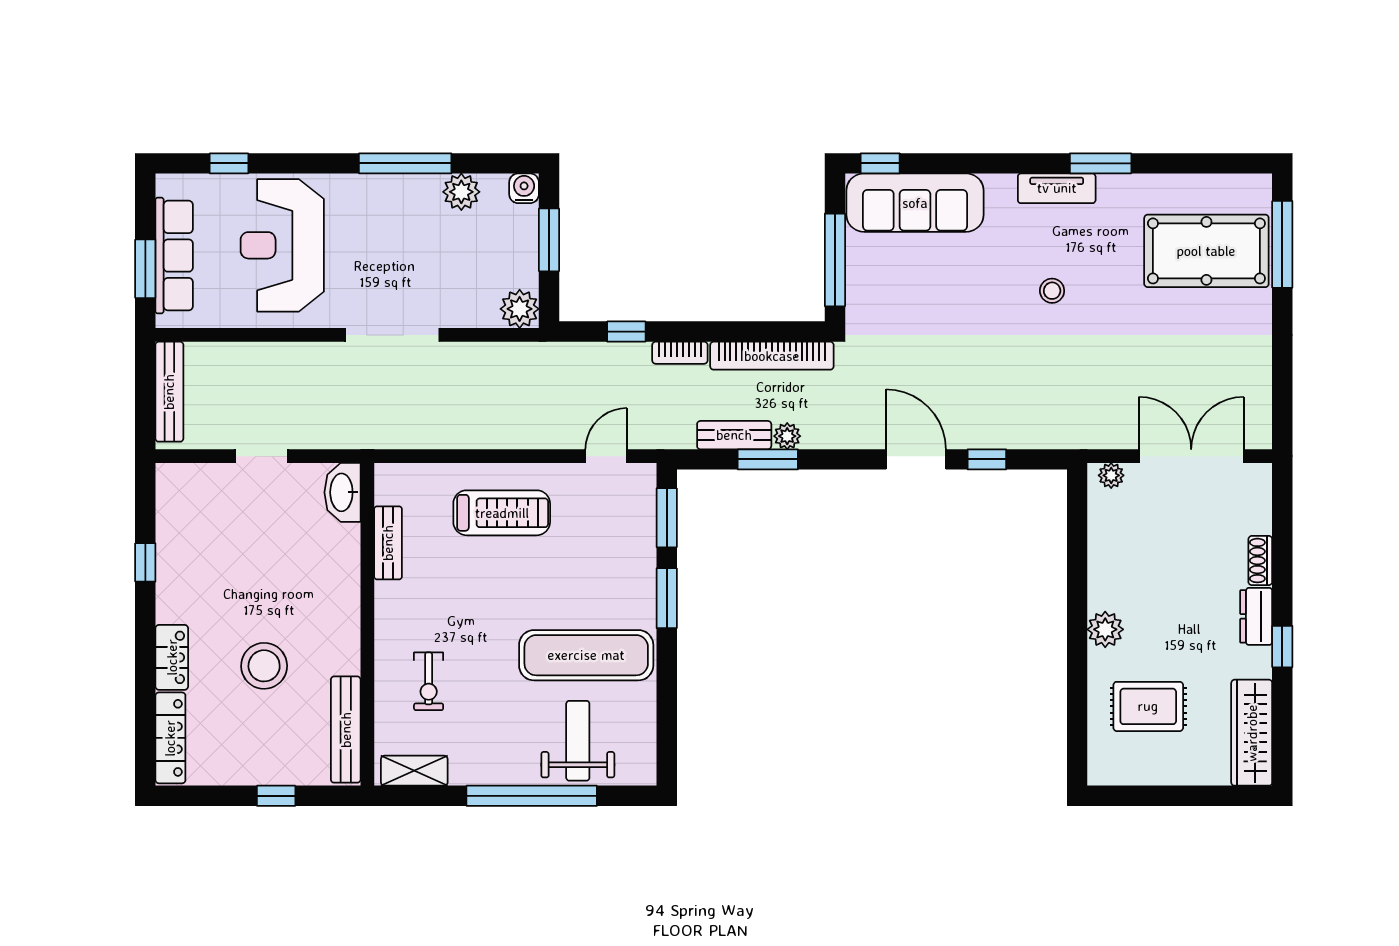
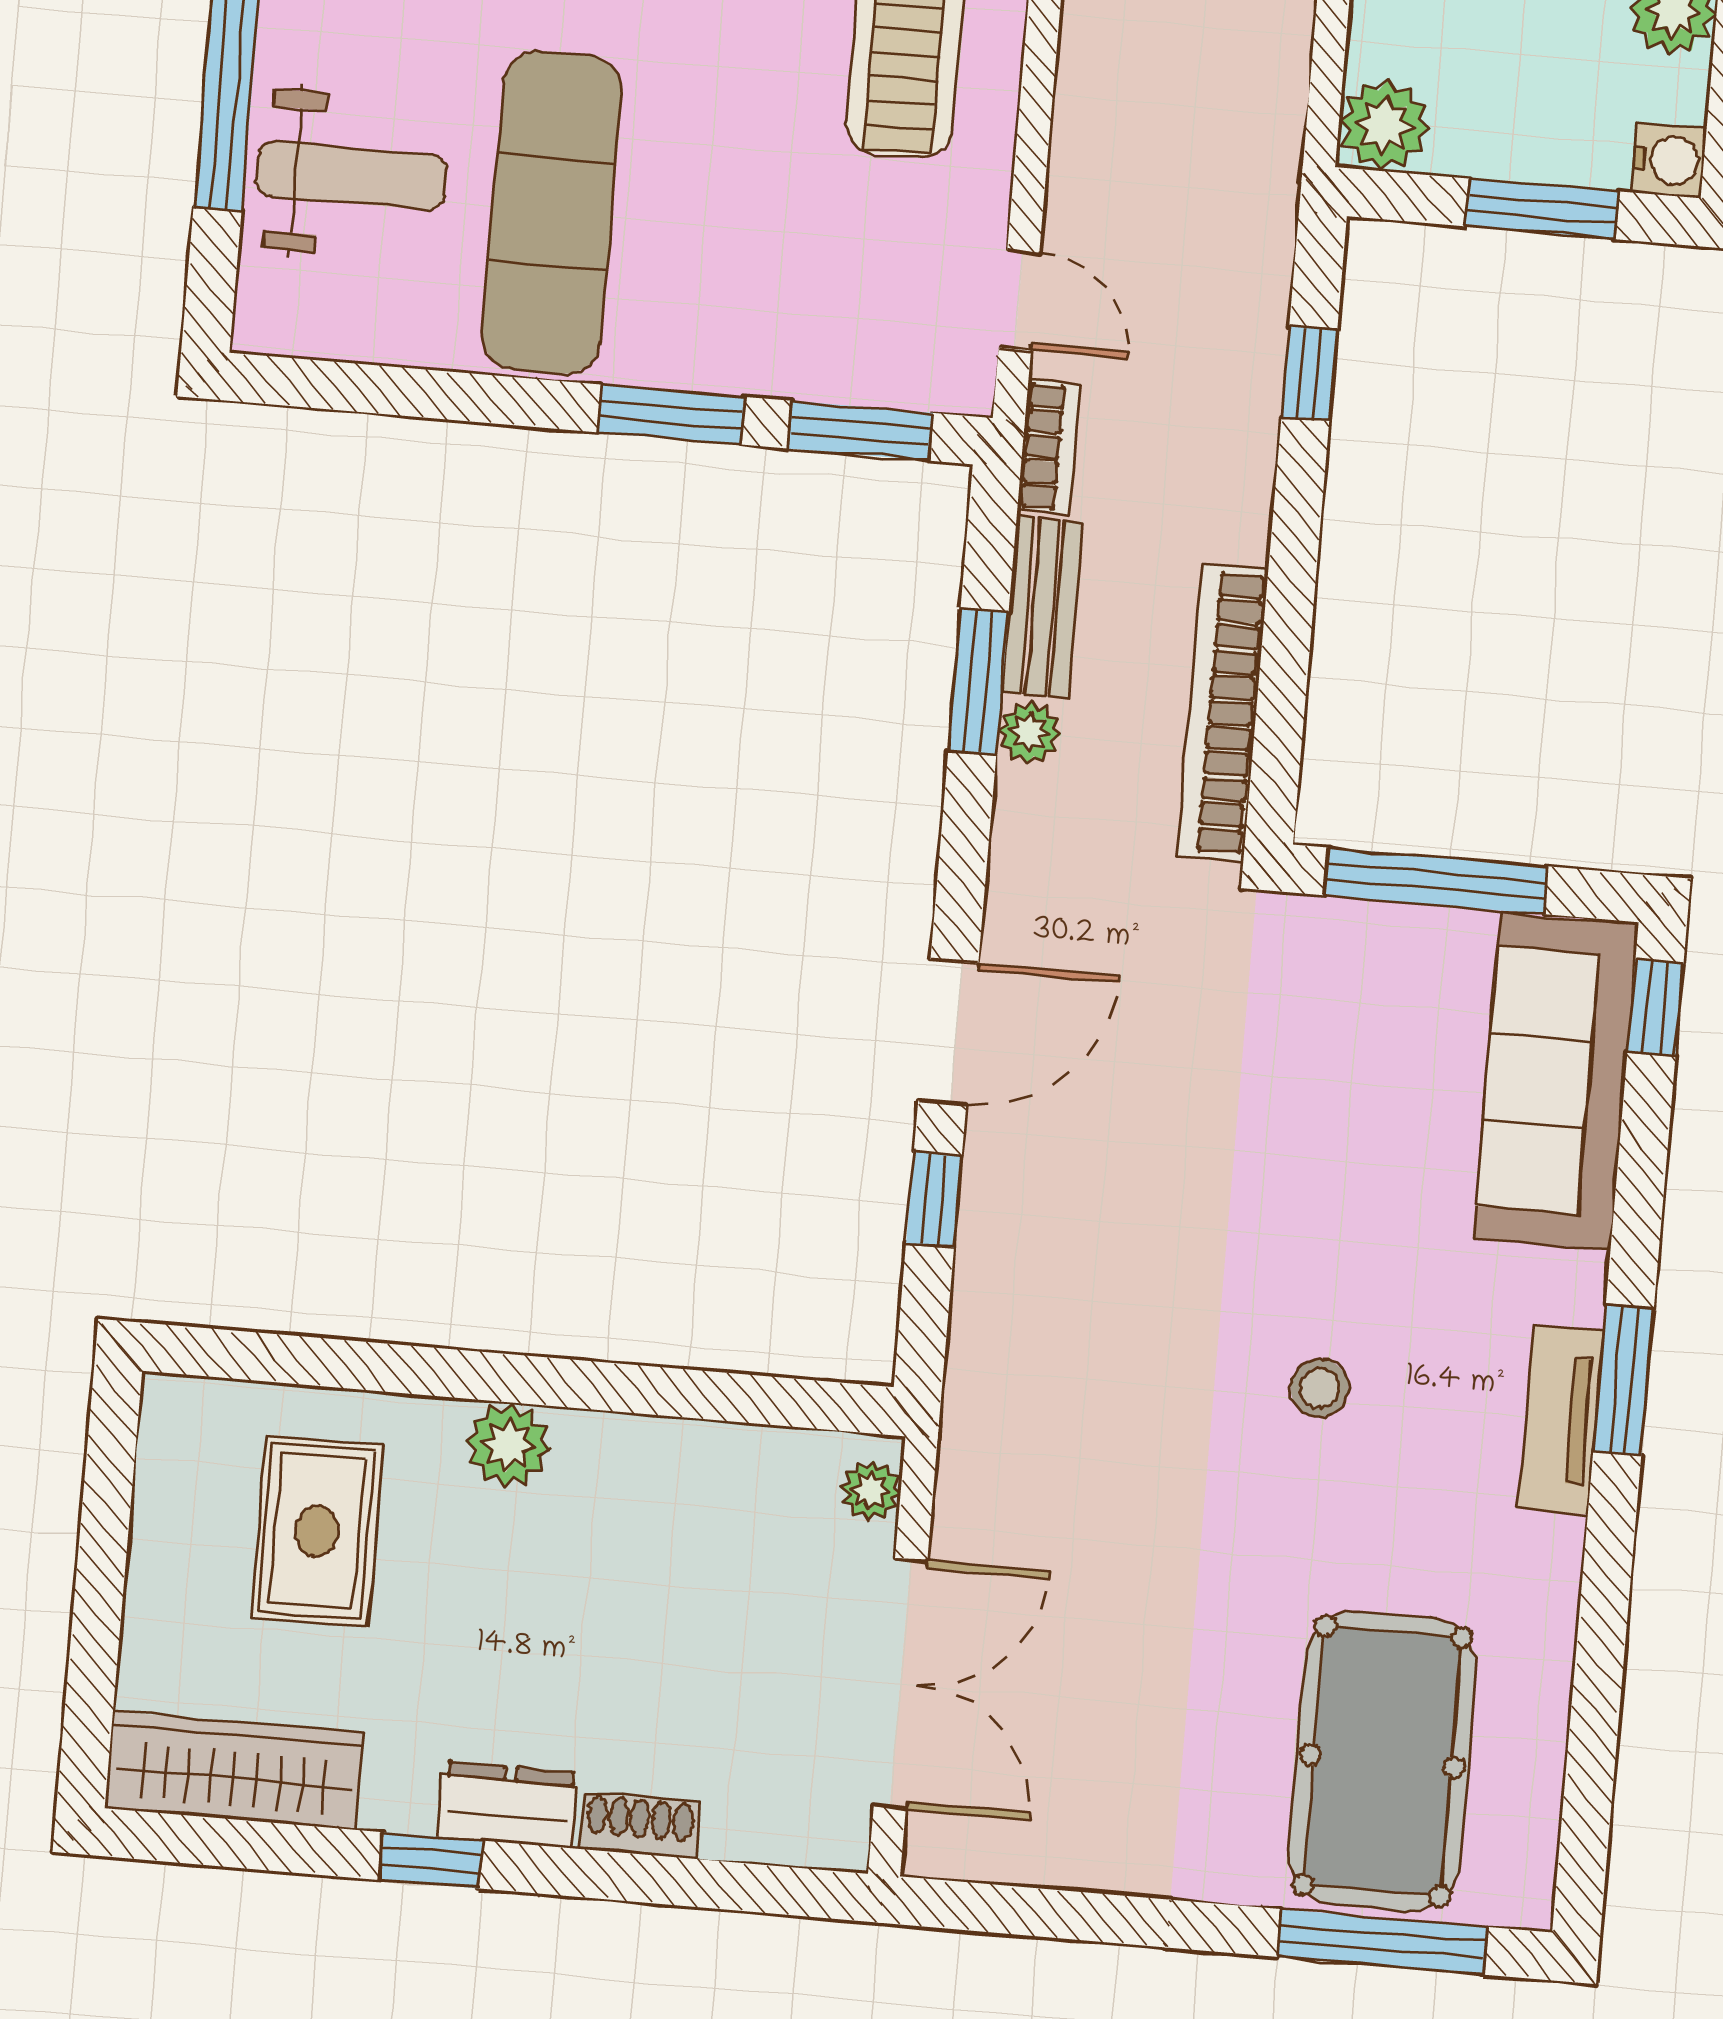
window: (1101, 163) -> (1624, 1380), moved
bookcase: (680, 353) -> (1049, 447), moved, turned 180

